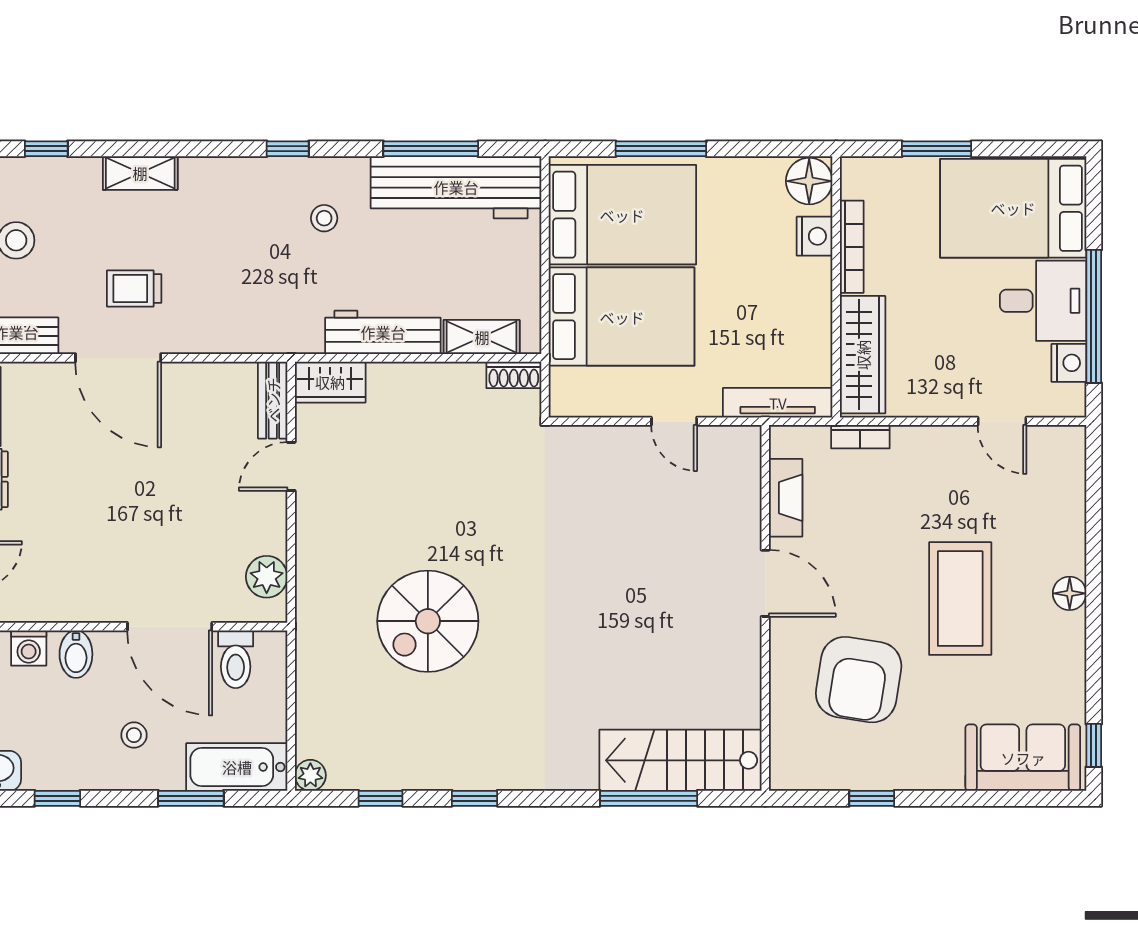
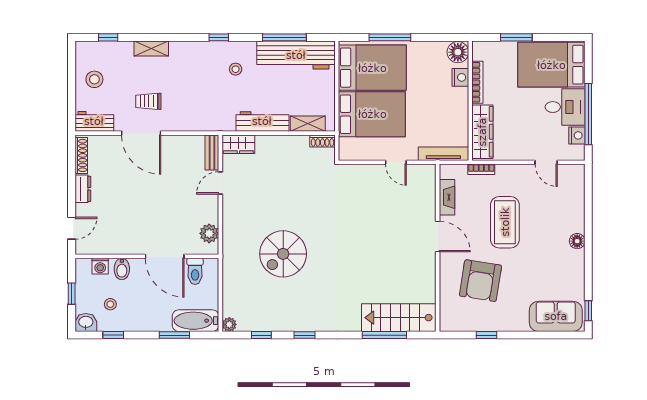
coffee table: (960, 599) -> (505, 222), moved
stool: (134, 735) -> (110, 304), moved

